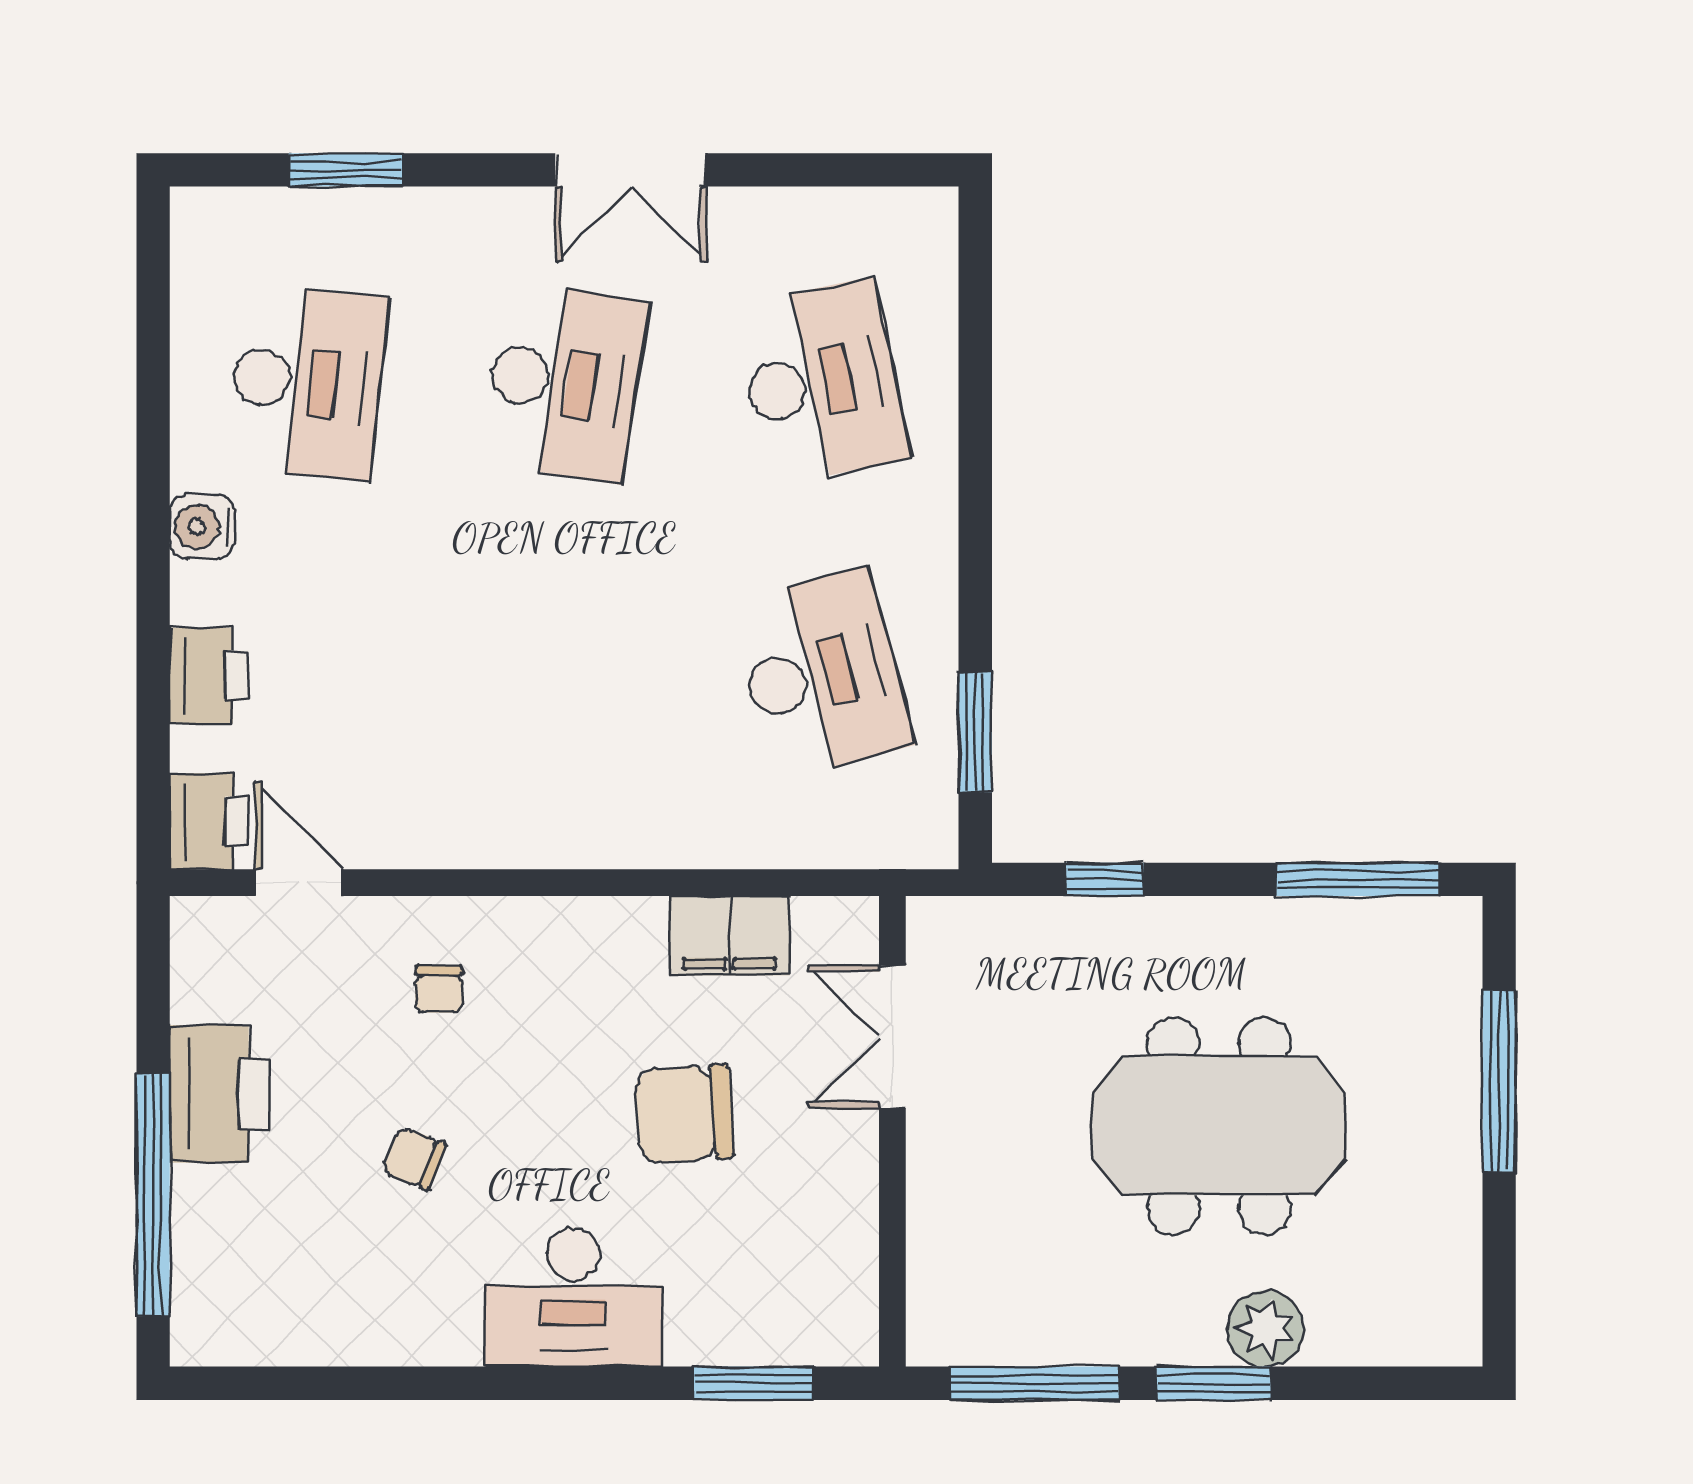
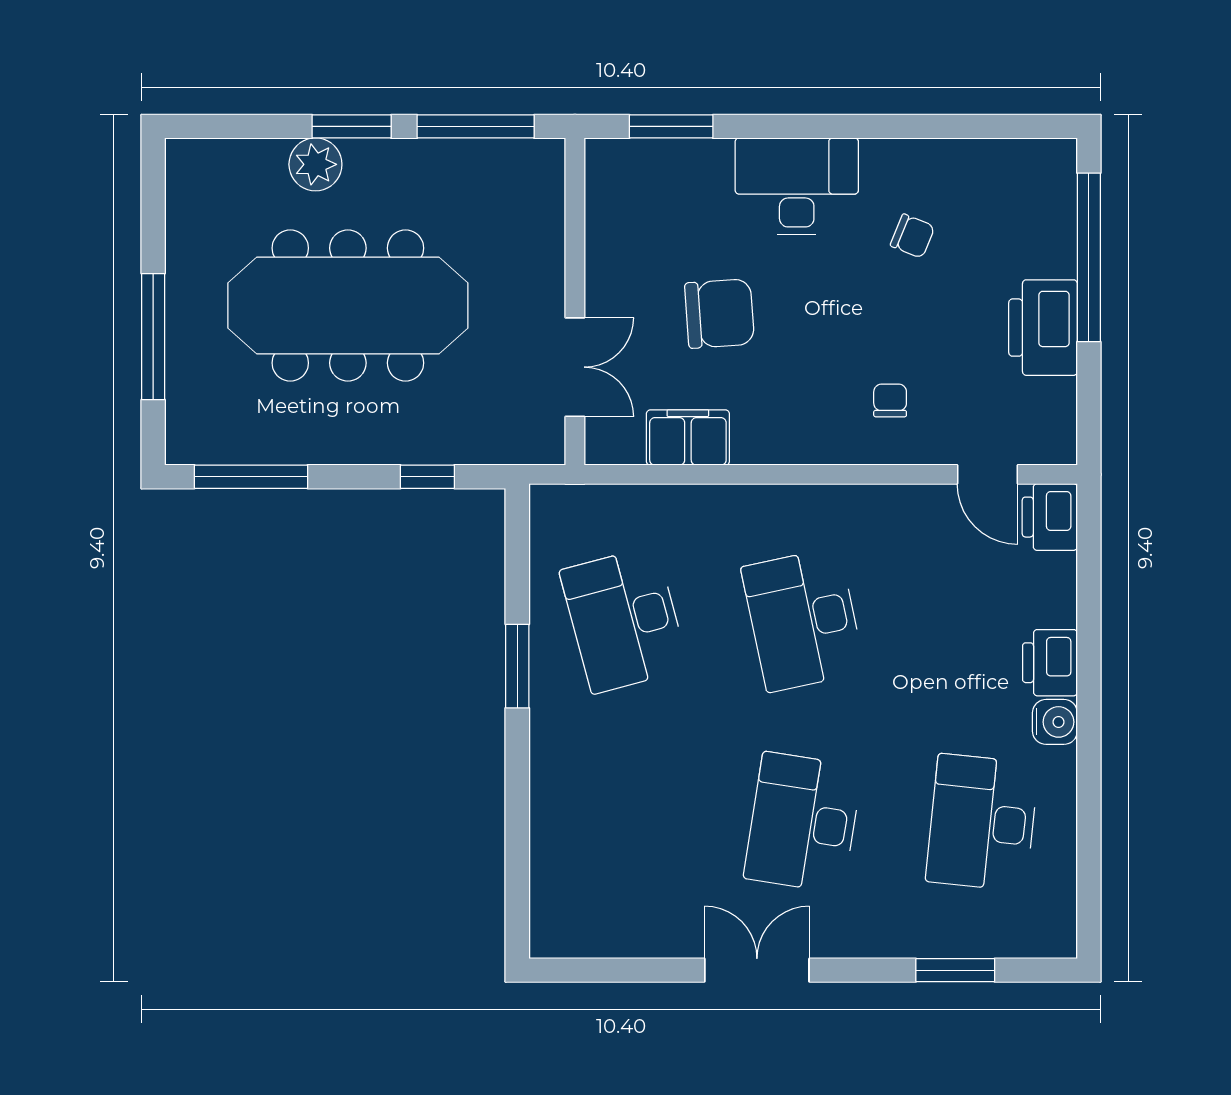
desk: (822, 382) -> (803, 620), moved
printer: (209, 675) -> (1050, 663), moved
window: (975, 732) -> (517, 666), moved
meeting table: (1219, 1126) -> (348, 306), width x1.36
chair: (415, 1158) -> (913, 236), moved

